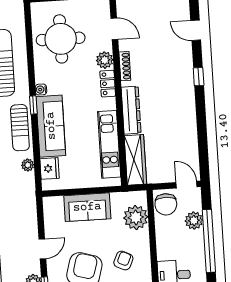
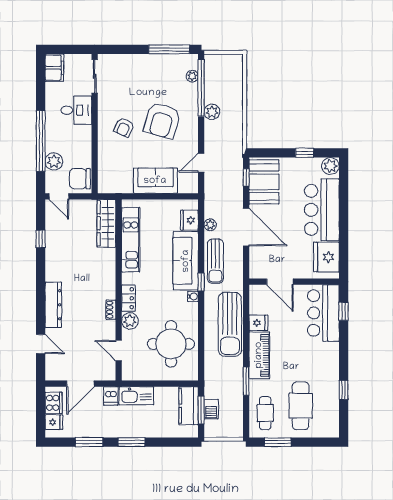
shoe rack: (125, 66) -> (111, 310), width x0.70
window: (199, 77) -> (41, 239), moved
dresser: (131, 110) -> (53, 305), moved, turned 180
sun lounger: (20, 128) -> (215, 261), turned 180
chair: (166, 204) -> (80, 179), turned -90
plant: (136, 217) -> (110, 168), removed
door: (42, 249) -> (201, 163), moved

